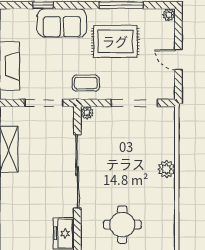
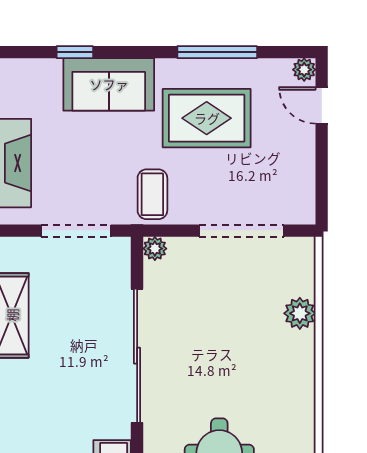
door: (178, 60) -> (322, 105), moved
coffee table: (86, 83) -> (152, 194), turned 90
plant: (166, 169) -> (300, 313), moved

